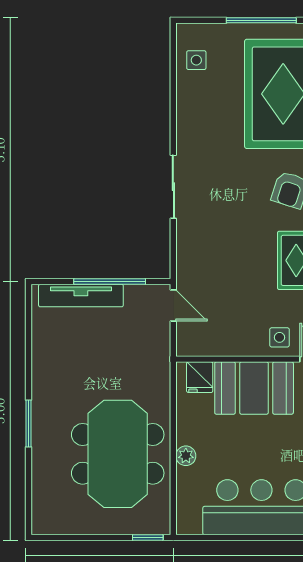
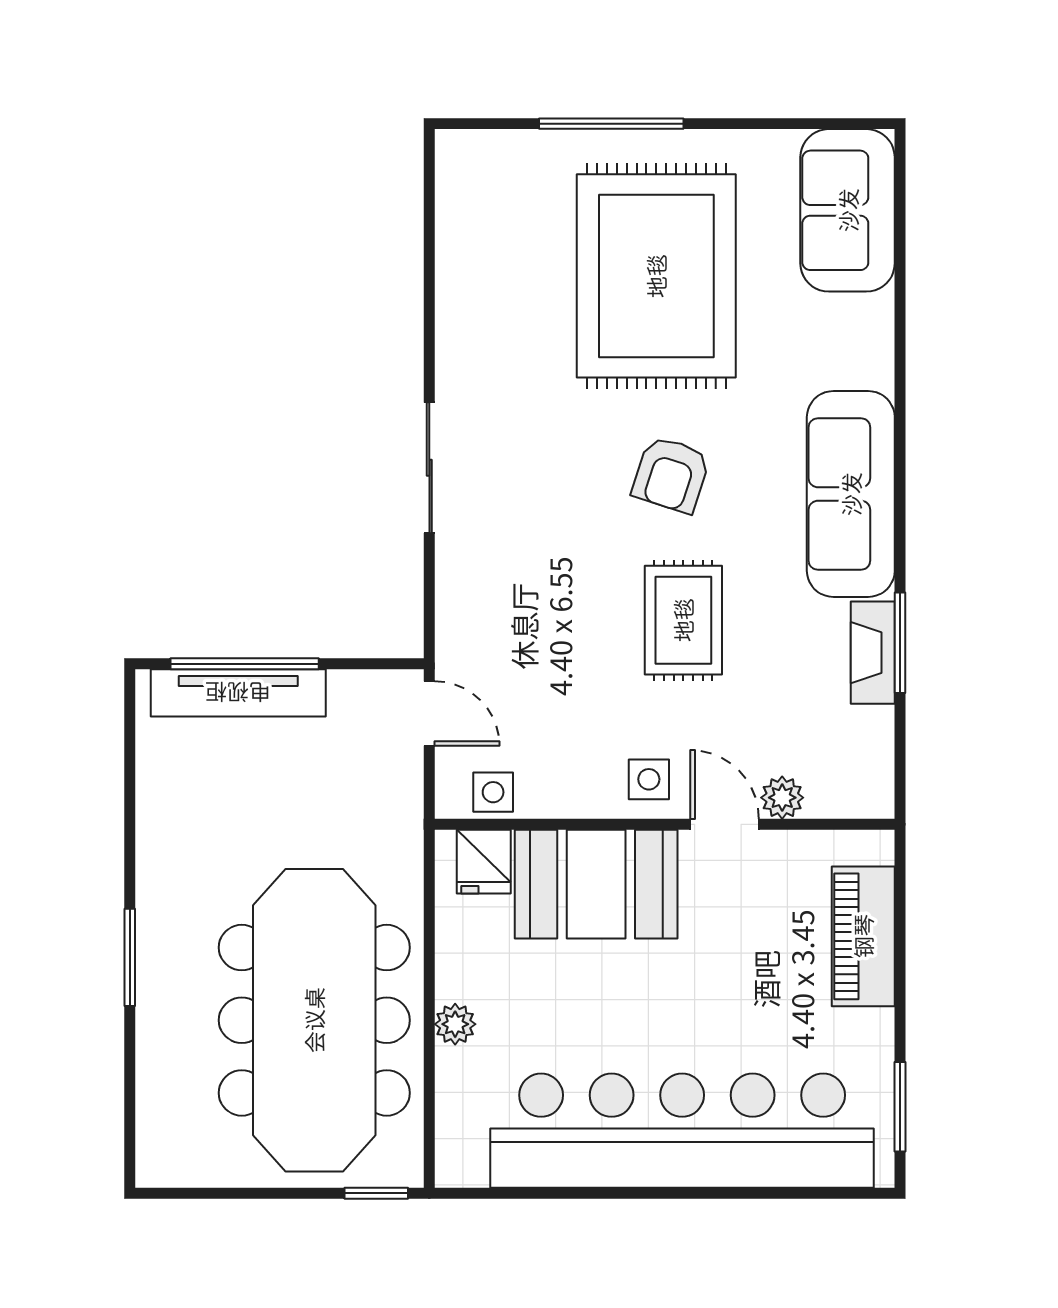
side table: (196, 60) -> (493, 792), moved
window: (110, 281) -> (245, 664), moved
meeting table: (118, 454) -> (314, 1020), width x1.36

